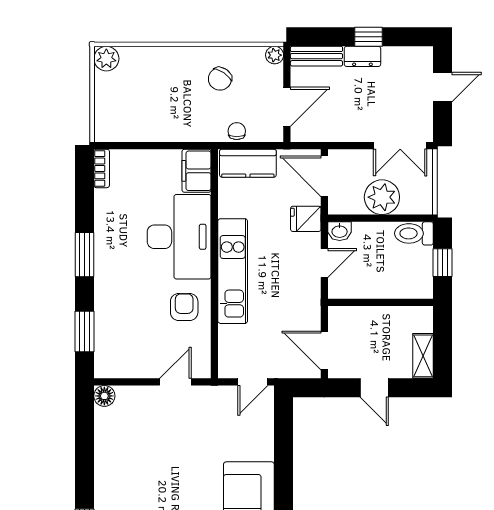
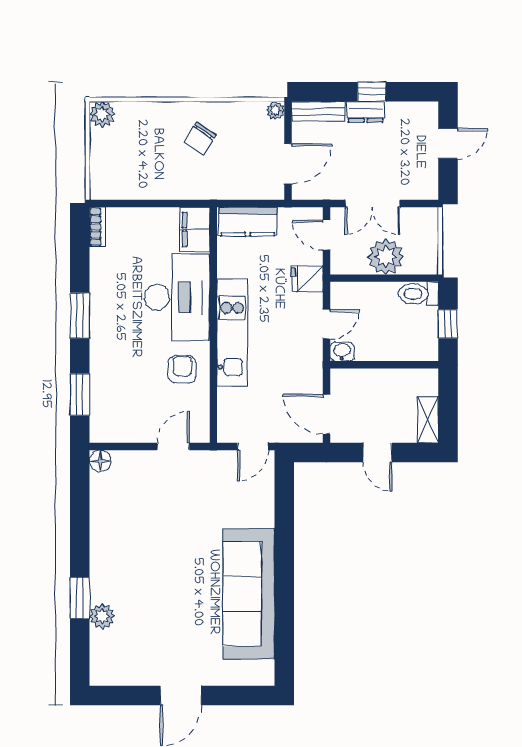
chair: (220, 79) -> (200, 138), moved
chair: (237, 131) -> (236, 189), removed
double door: (400, 146) -> (372, 204), moved
door: (324, 176) -> (326, 235), width x0.73
washbasin: (340, 231) -> (342, 351), moved, turned 180

